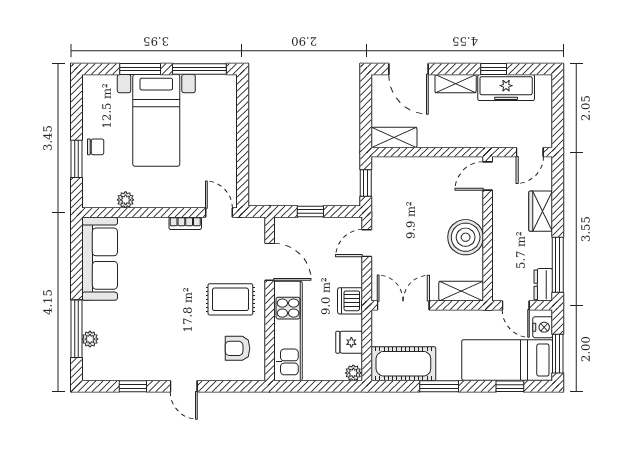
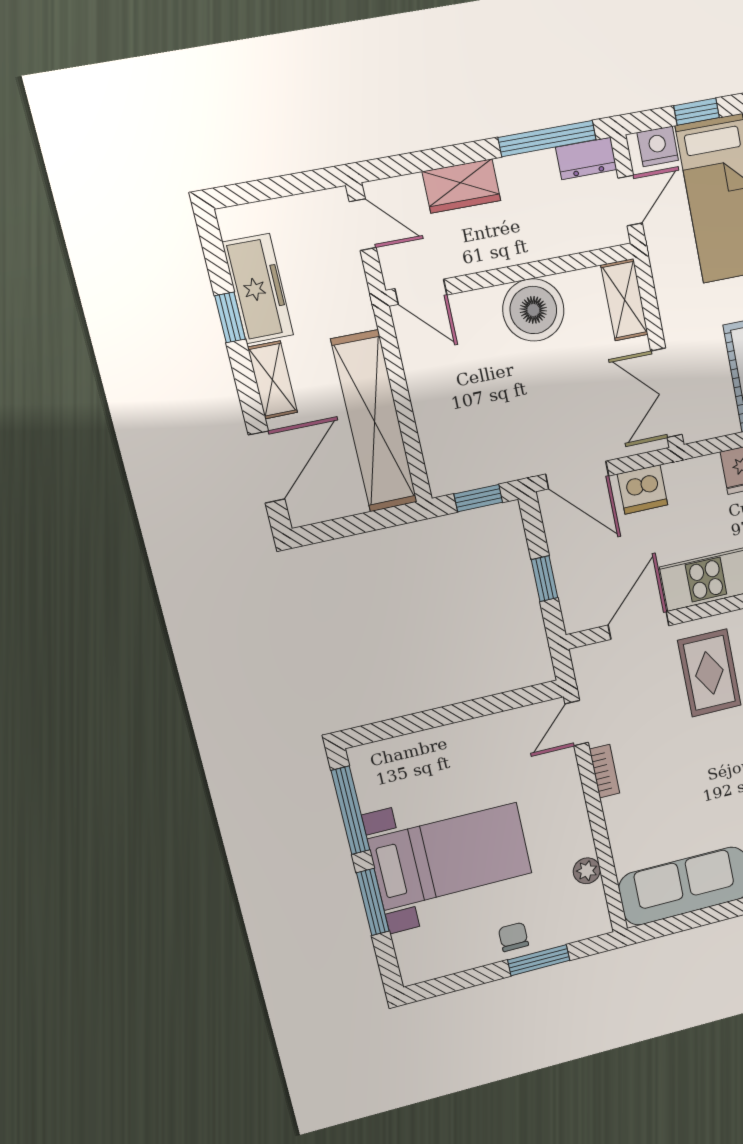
shelving: (394, 137) -> (374, 421), width x2.20, depth x1.33
door: (367, 243) -> (577, 475), width x1.38
dishwasher: (350, 301) -> (642, 489), moved
window: (558, 354) -> (697, 112), width x0.67

